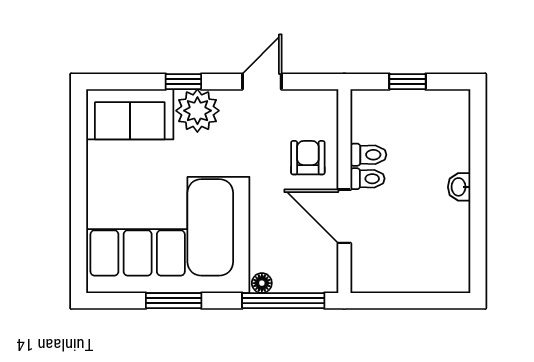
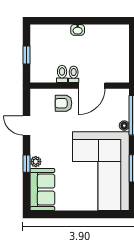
plant: (197, 111) -> (36, 162), width x0.53, depth x0.53

